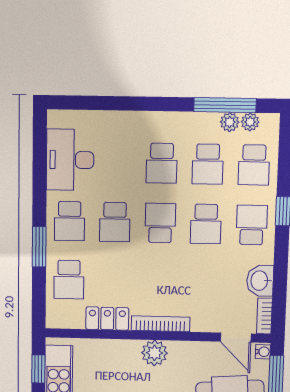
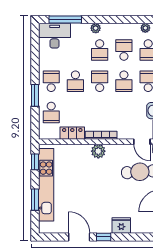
window: (225, 105) -> (65, 20), moved
plant: (230, 122) -> (96, 28), moved
desk: (70, 160) -> (55, 36), moved, turned 90
school desk: (208, 164) -> (124, 50), turned 180
school desk: (70, 221) -> (51, 81), turned 180

